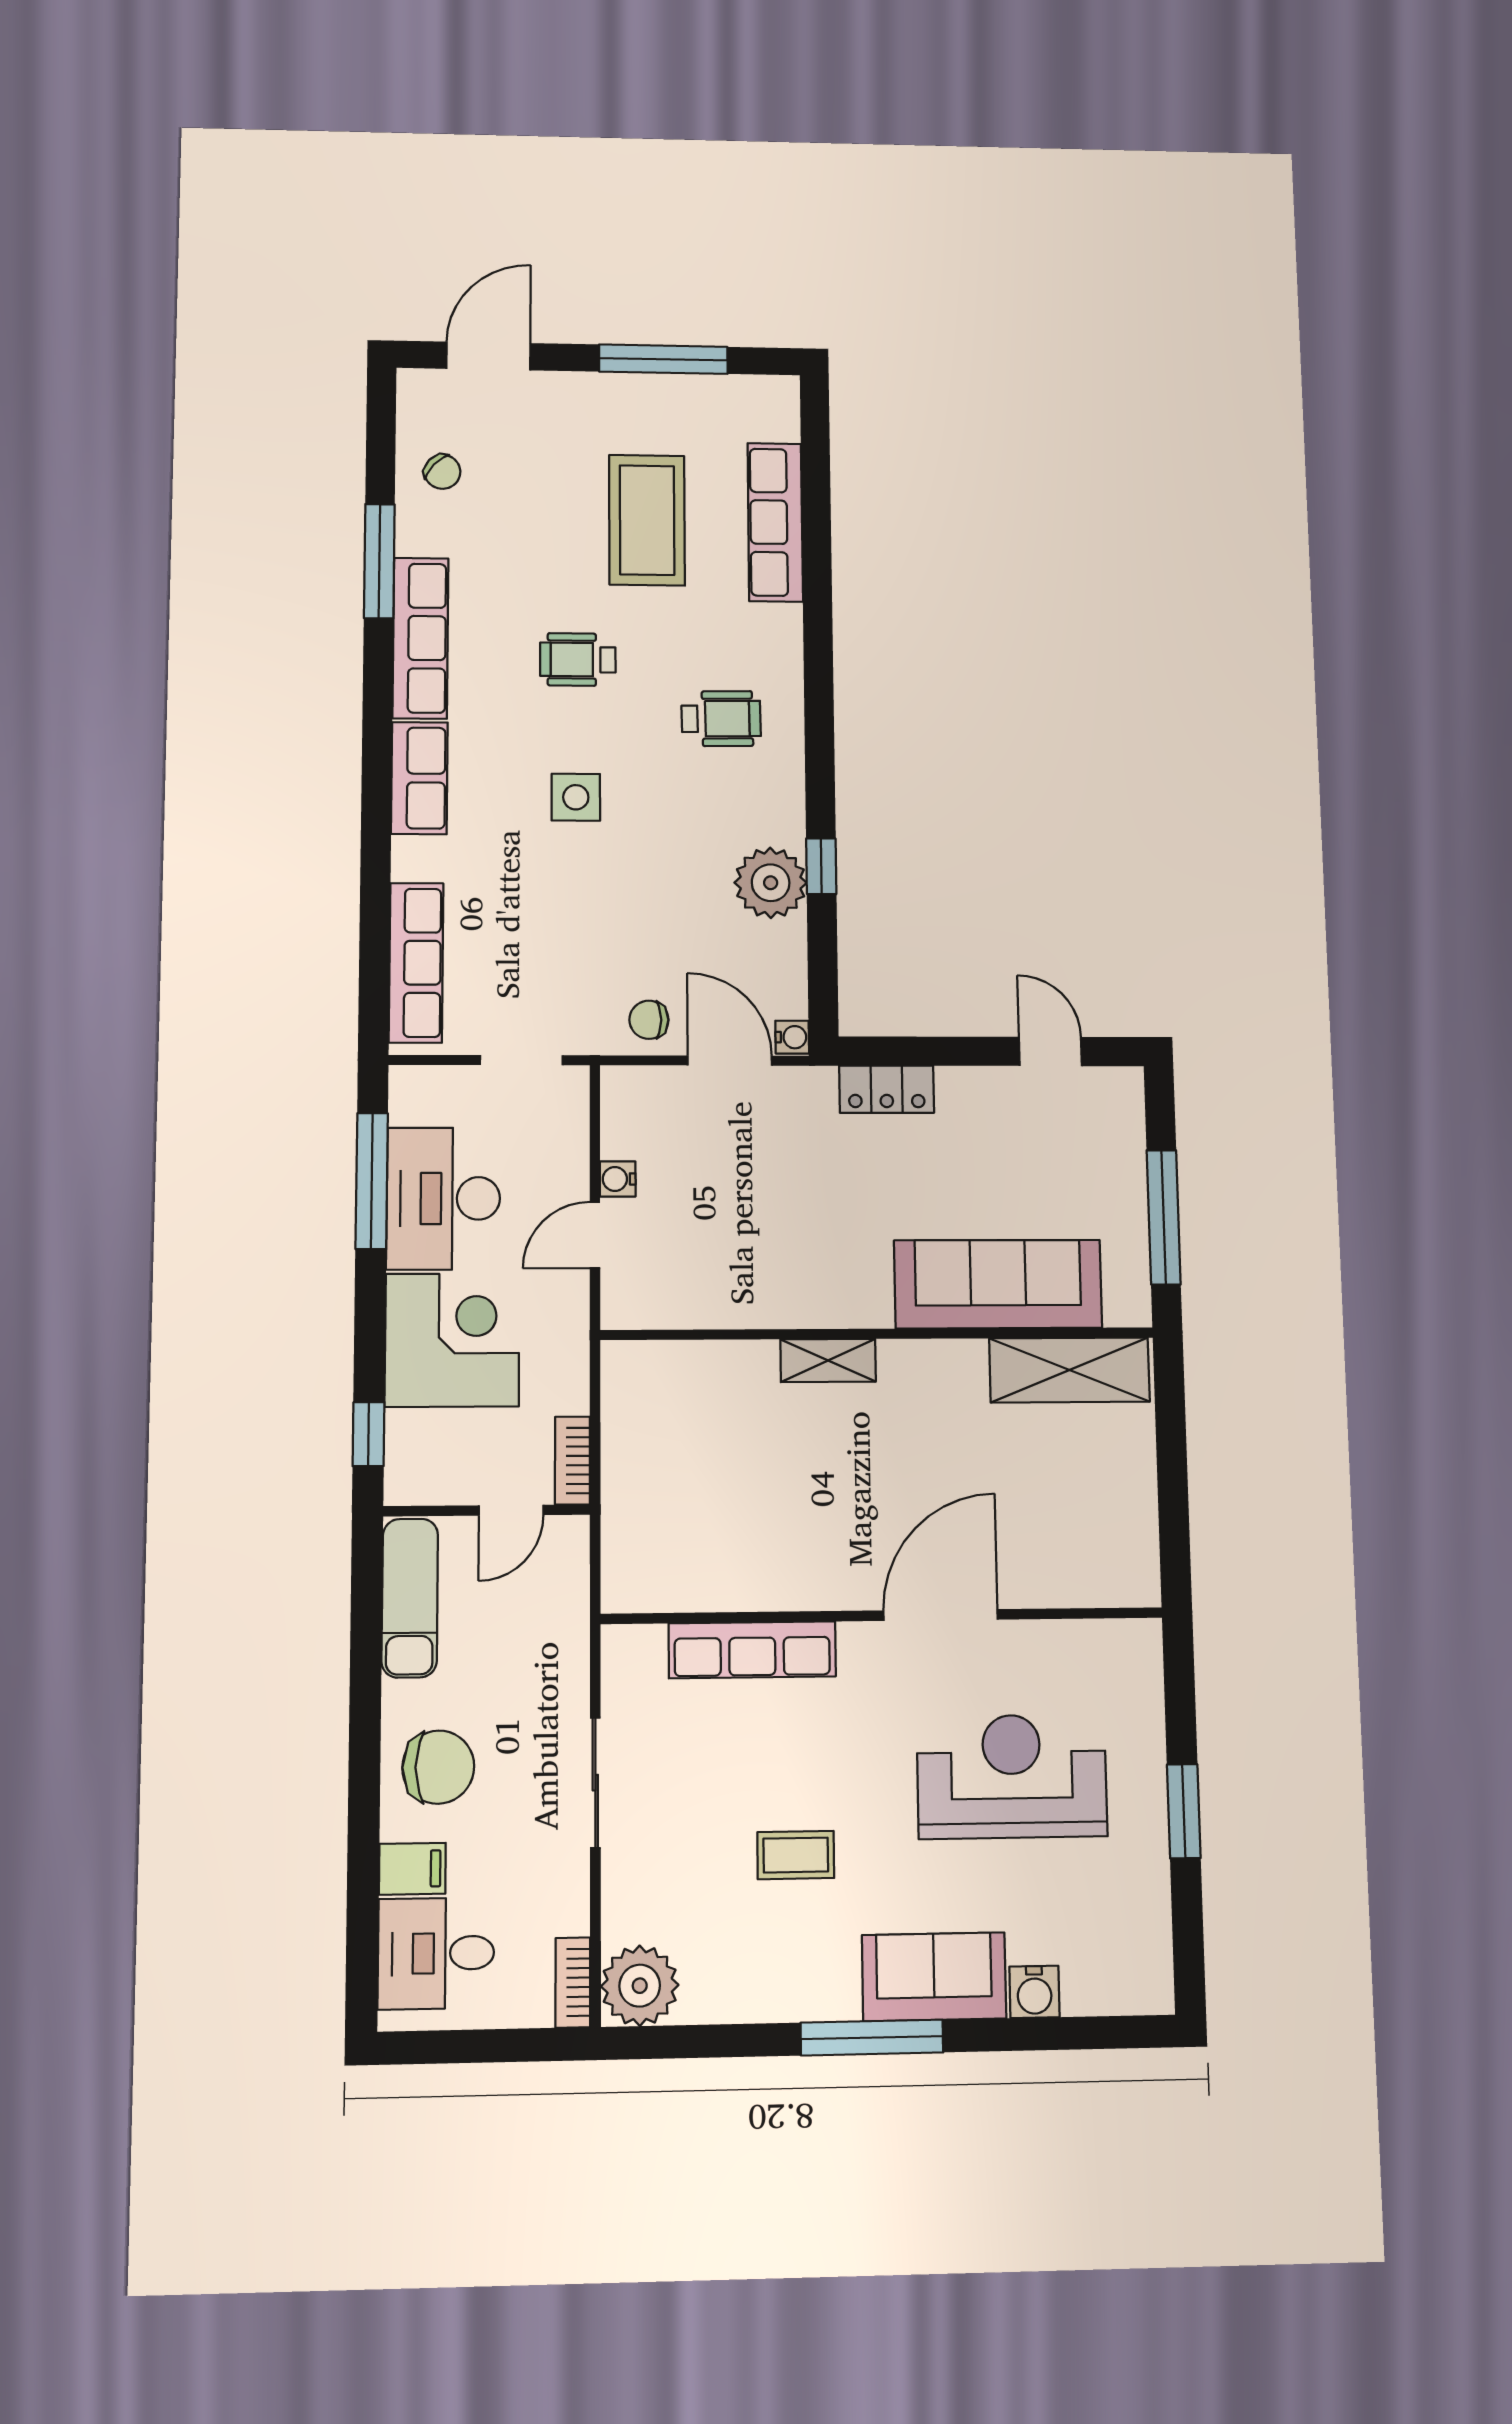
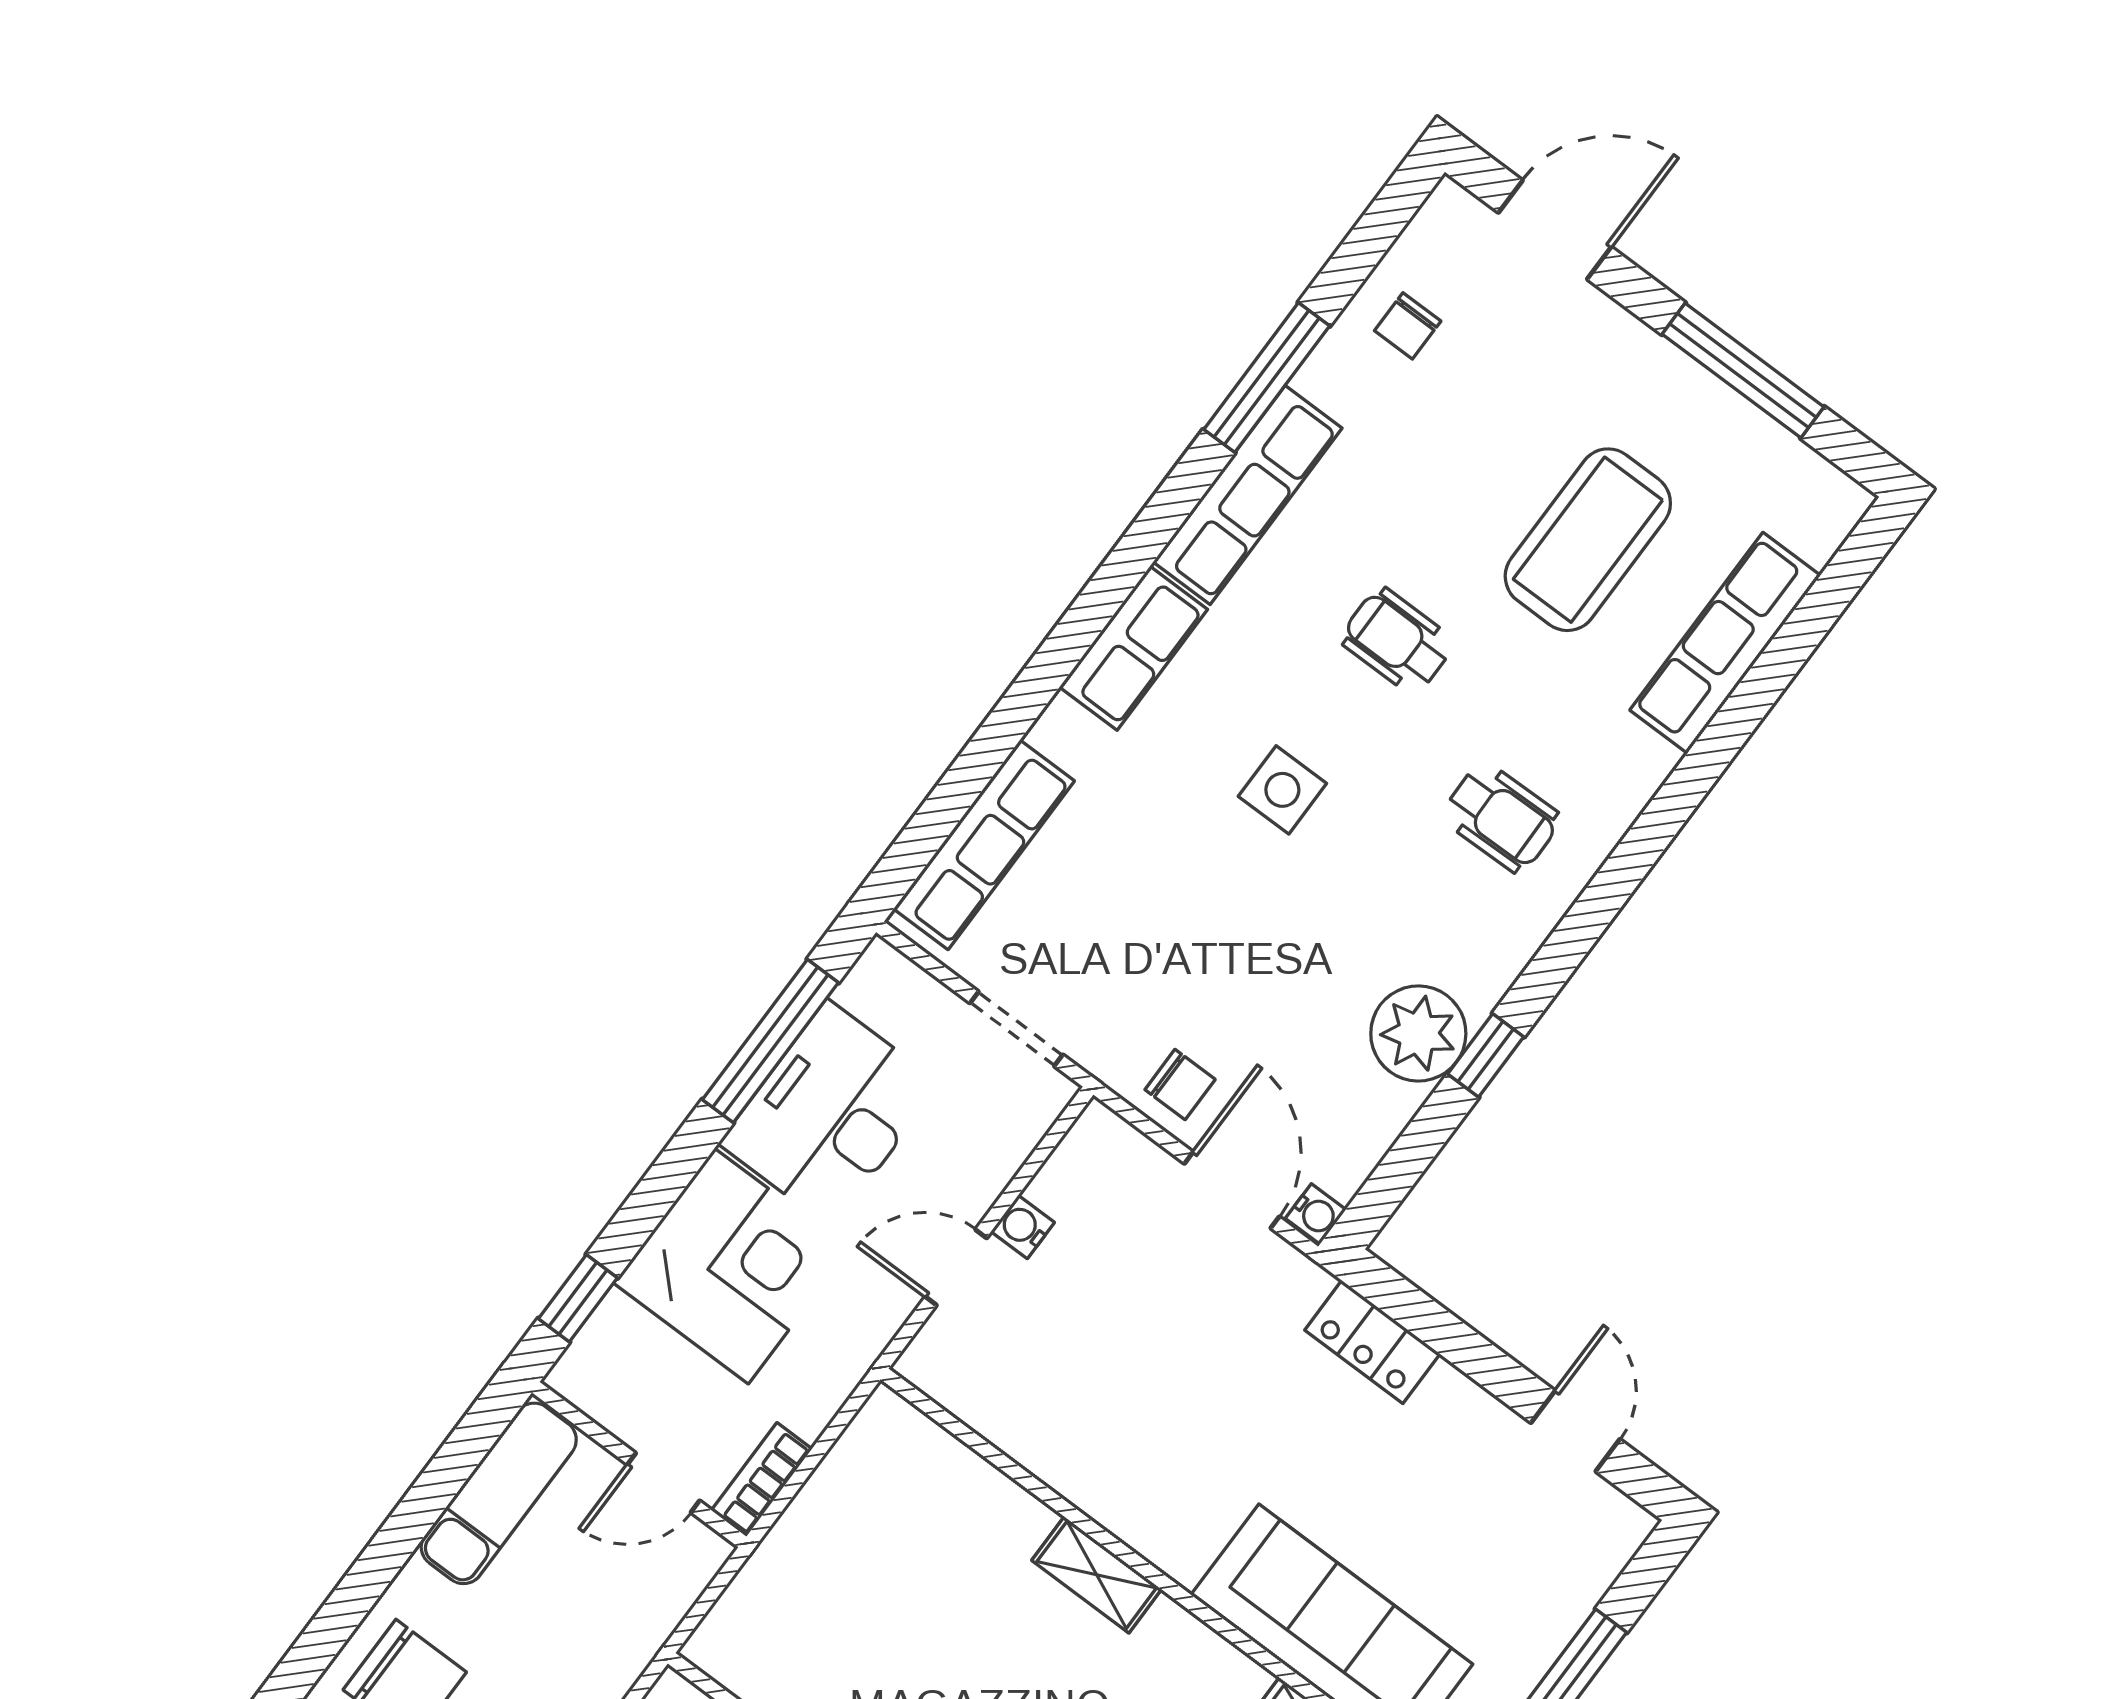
chair: (442, 472) -> (1408, 326), turned 48
chair: (649, 1020) -> (1180, 1085), turned 180

